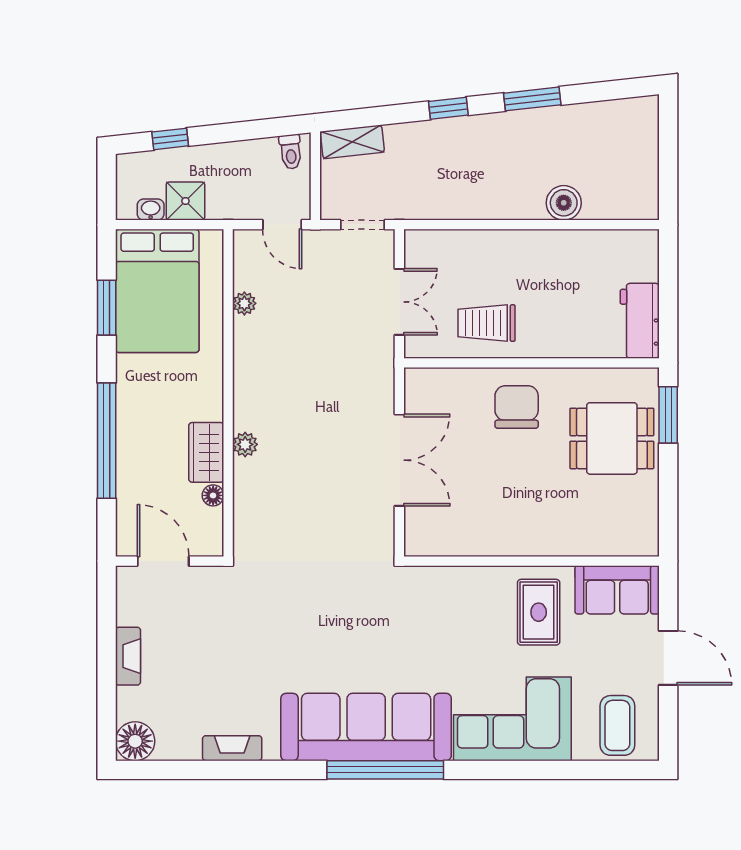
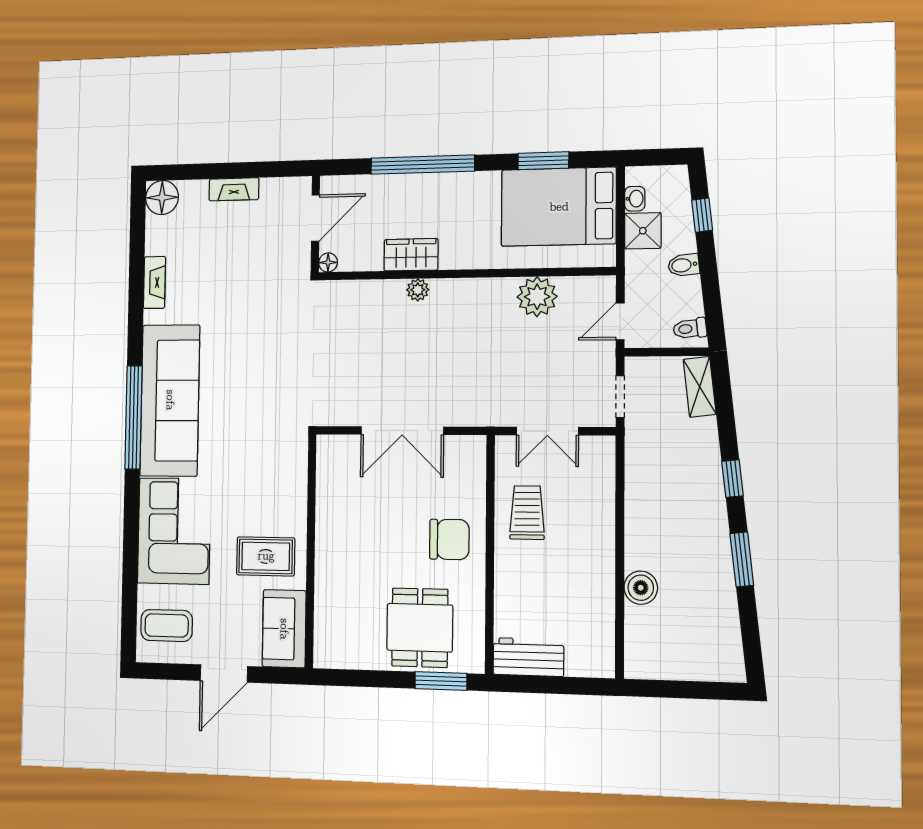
bidet: (223, 158) -> (684, 265), added
plant: (244, 303) -> (537, 297), width x1.87, depth x1.87
floor lamp: (213, 495) -> (328, 262), moved

